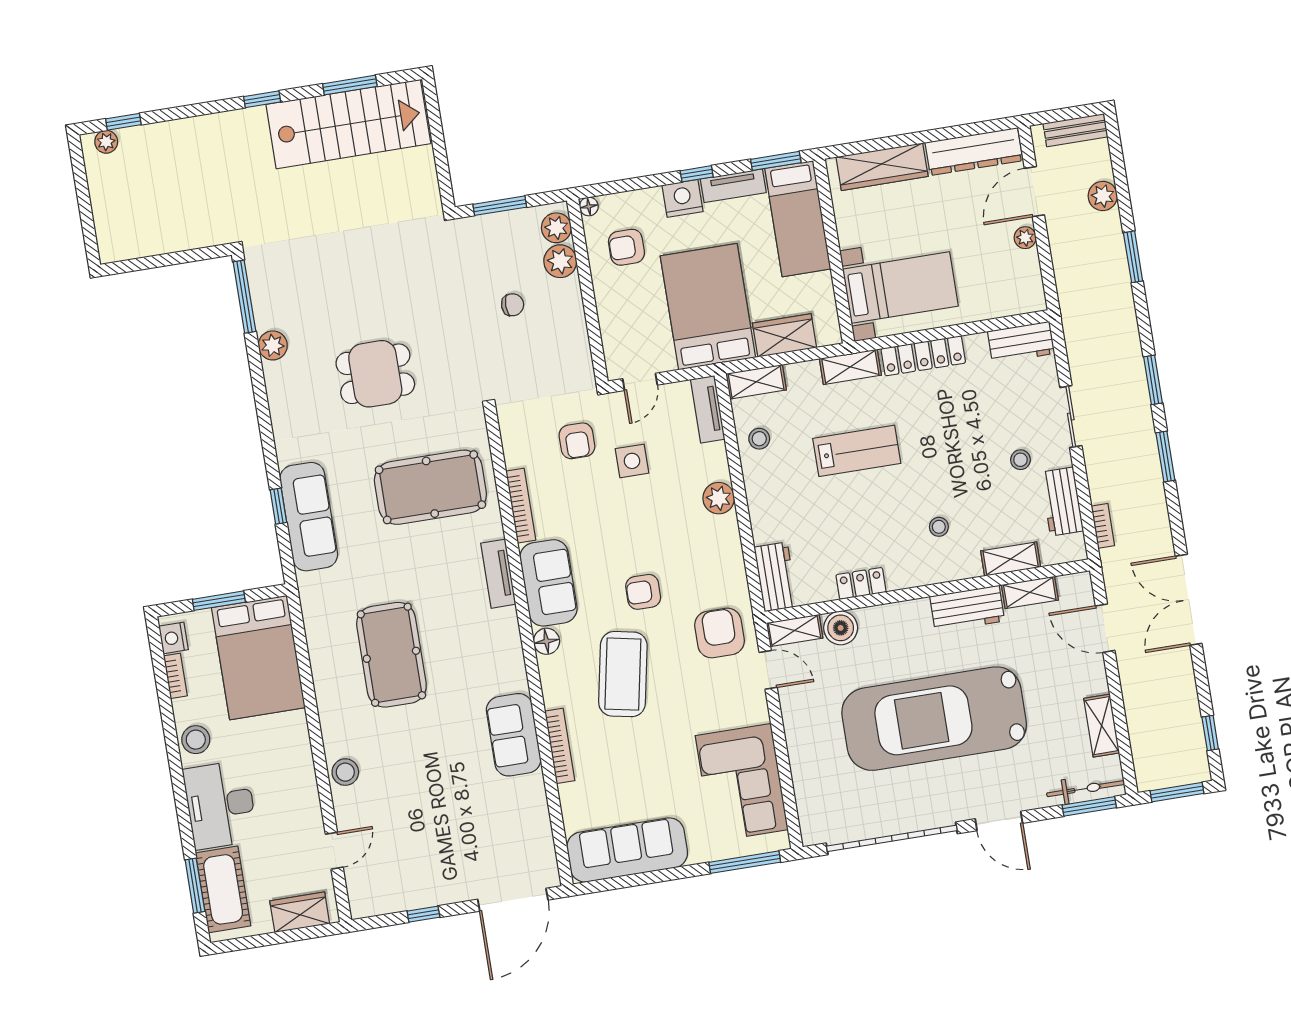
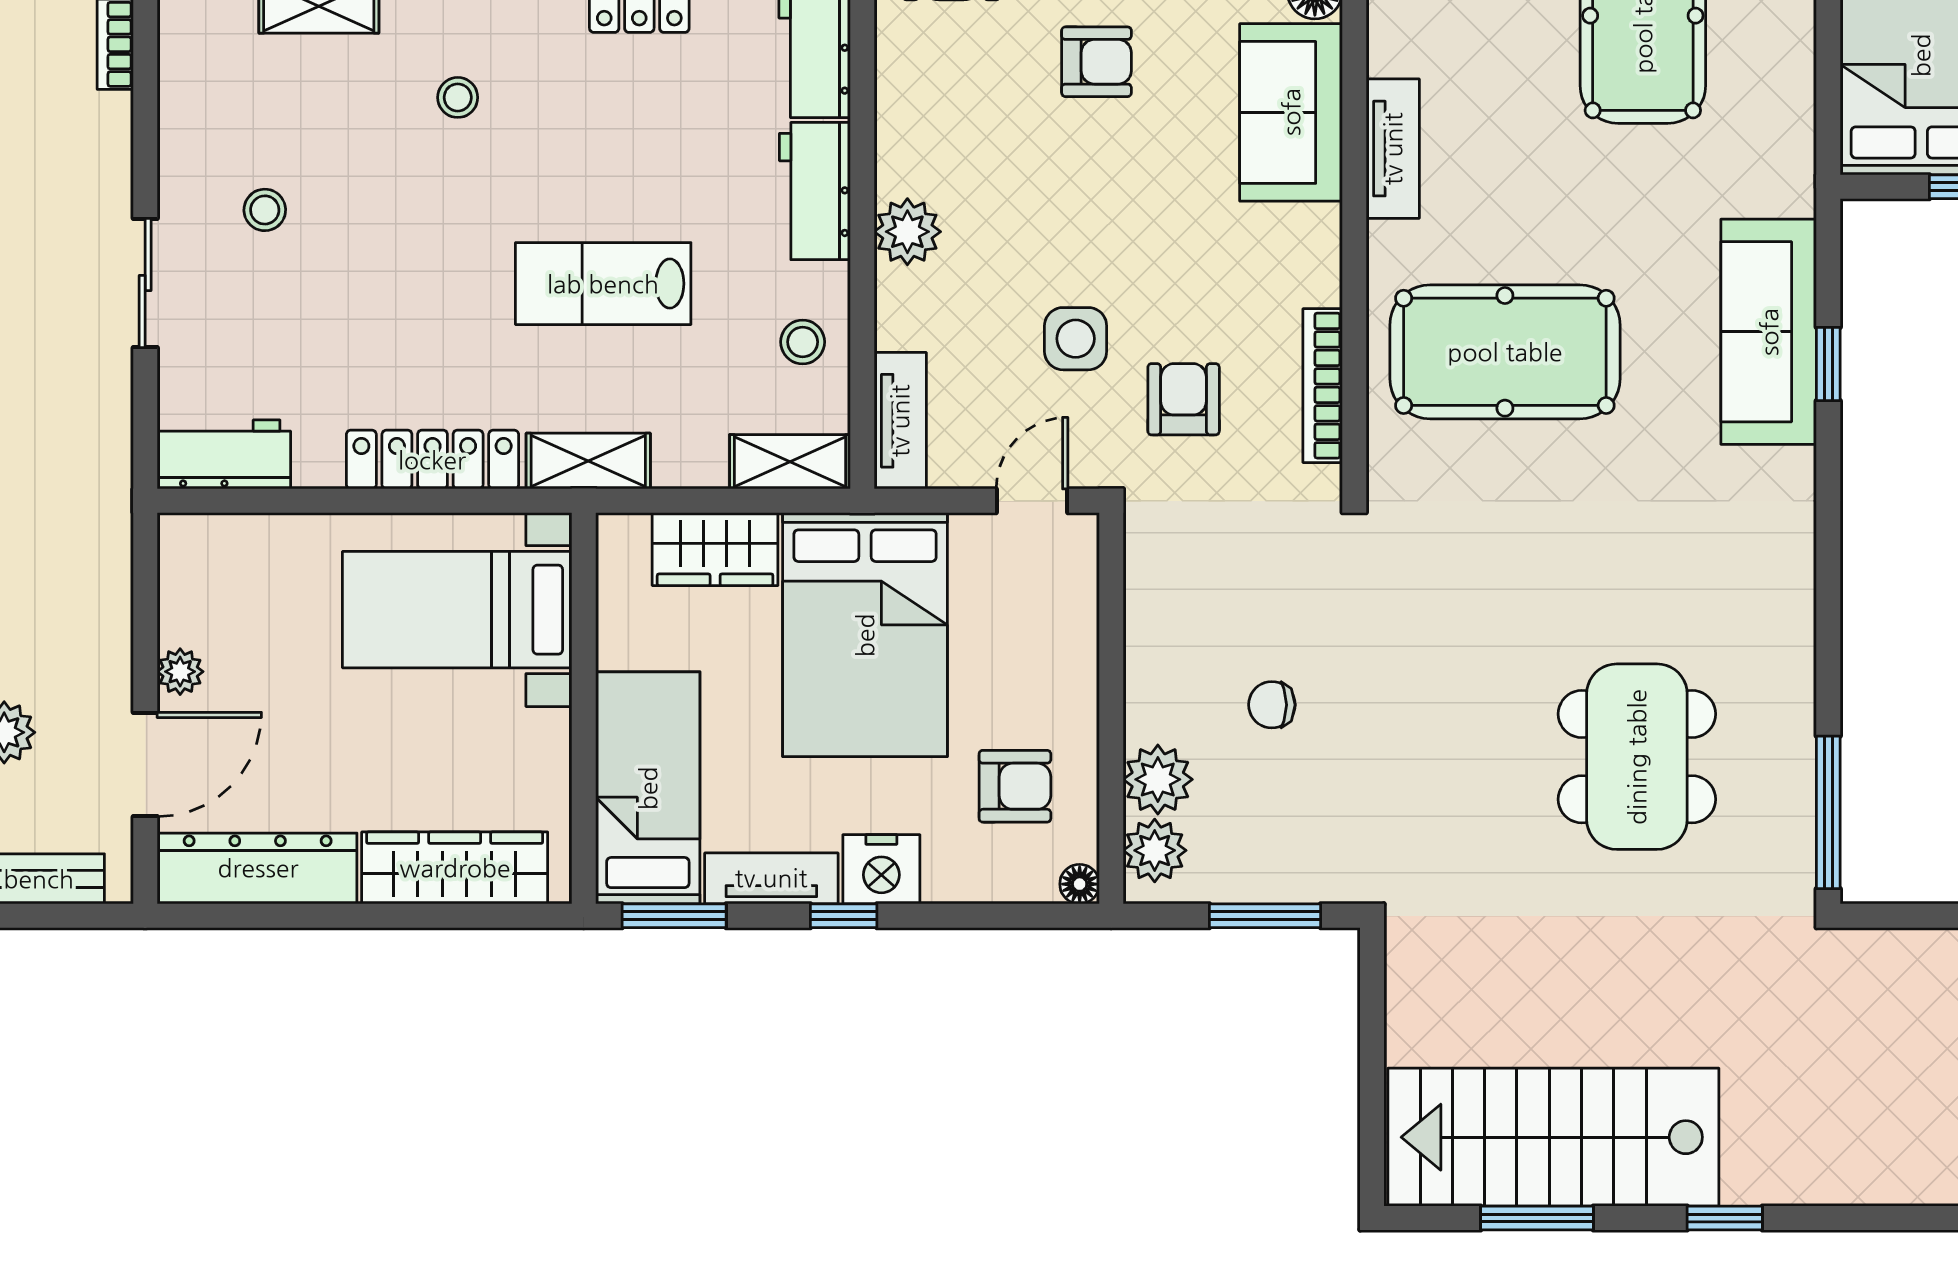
plant: (273, 345) -> (1786, 701), removed
dining table: (375, 374) -> (1637, 757), moved, width x1.38
workbench: (1062, 502) -> (815, 191), moved, turned 180
bookcase: (521, 506) -> (1323, 386), moved

